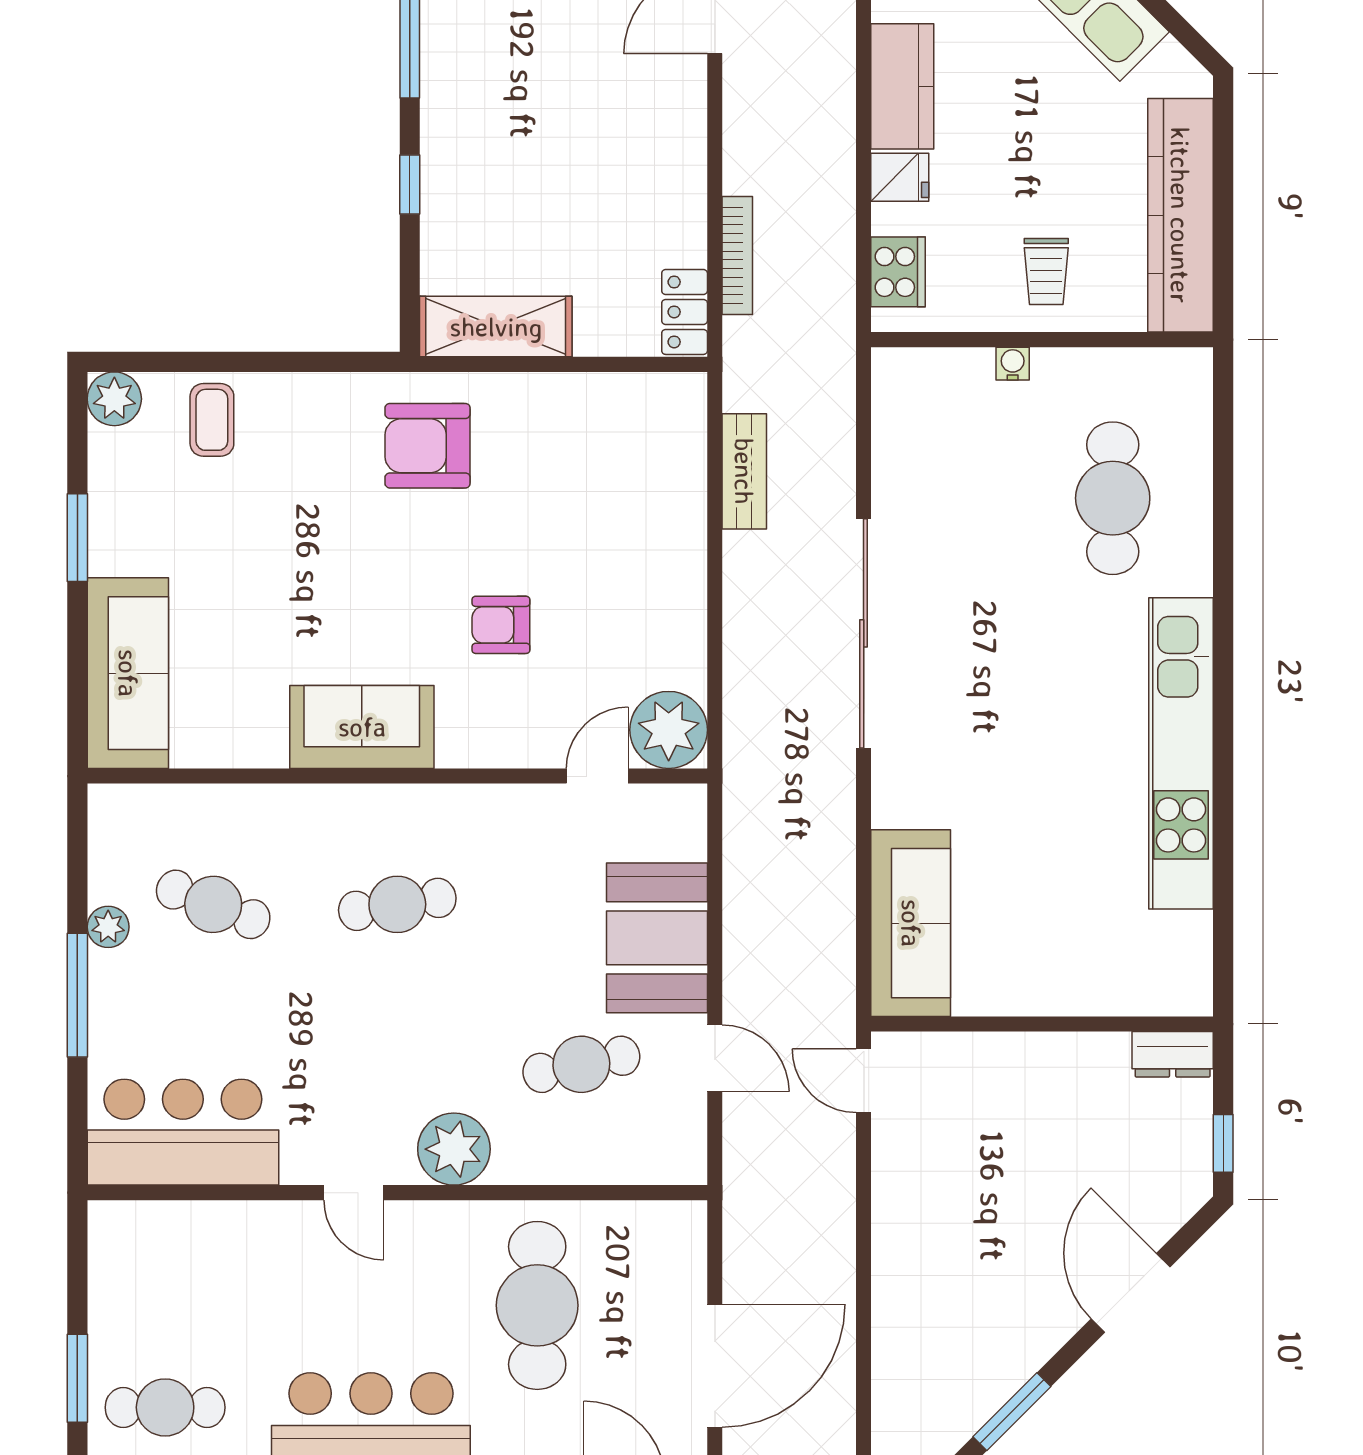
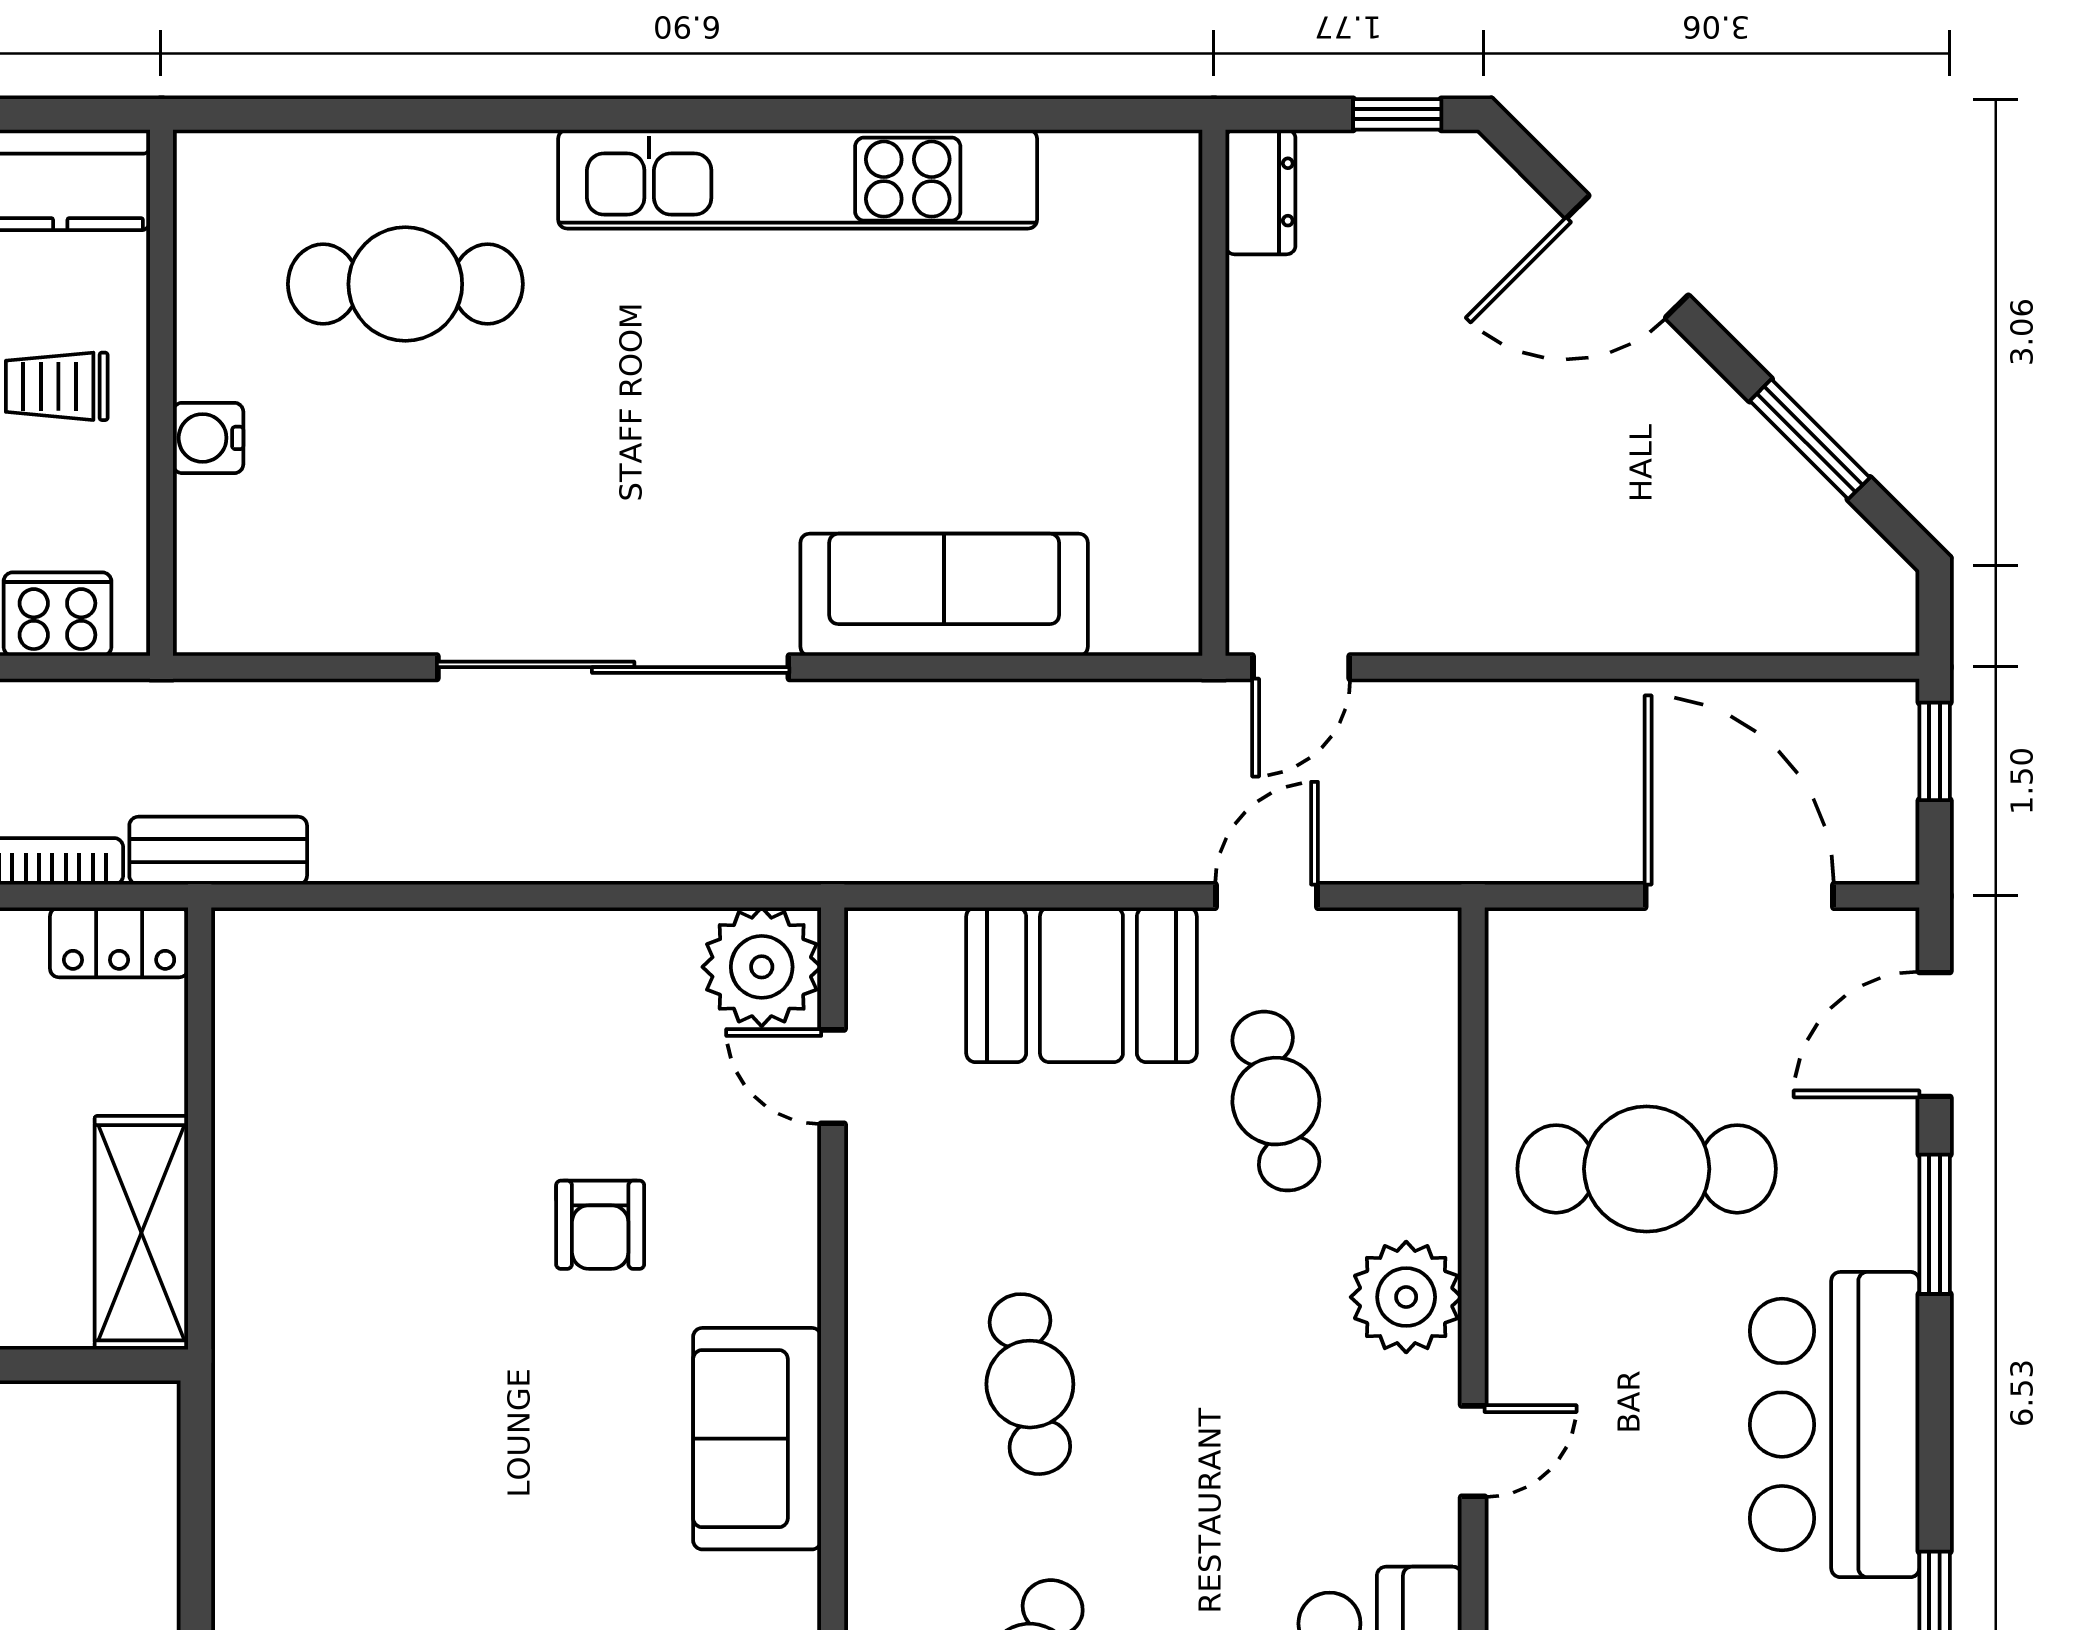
trolley: (1046, 271) -> (57, 386), turned 180
water cooler: (1013, 364) -> (208, 438), width x1.38, depth x1.38
armchair: (428, 446) -> (325, 1338), removed
bench: (744, 471) -> (218, 851), moved
sofa: (911, 923) -> (944, 595), moved

